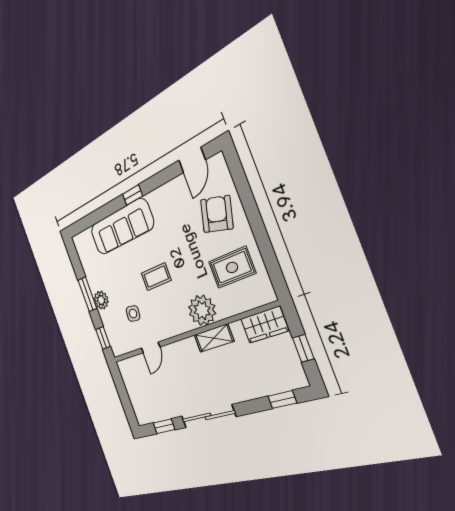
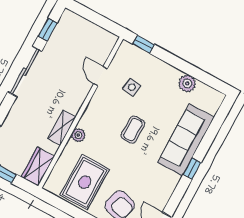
rug: (232, 267) -> (85, 182), width x1.36, depth x1.43
window: (87, 294) -> (181, 65), removed
plant: (101, 300) -> (187, 83), moved
plant: (202, 310) -> (78, 135), width x0.53, depth x0.53

